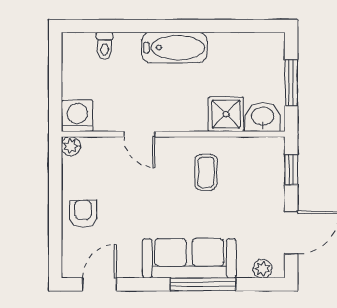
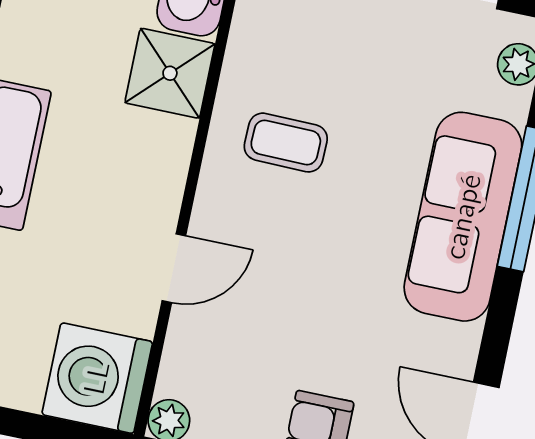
washing machine: (77, 116) -> (97, 378), width x1.37, depth x1.37

